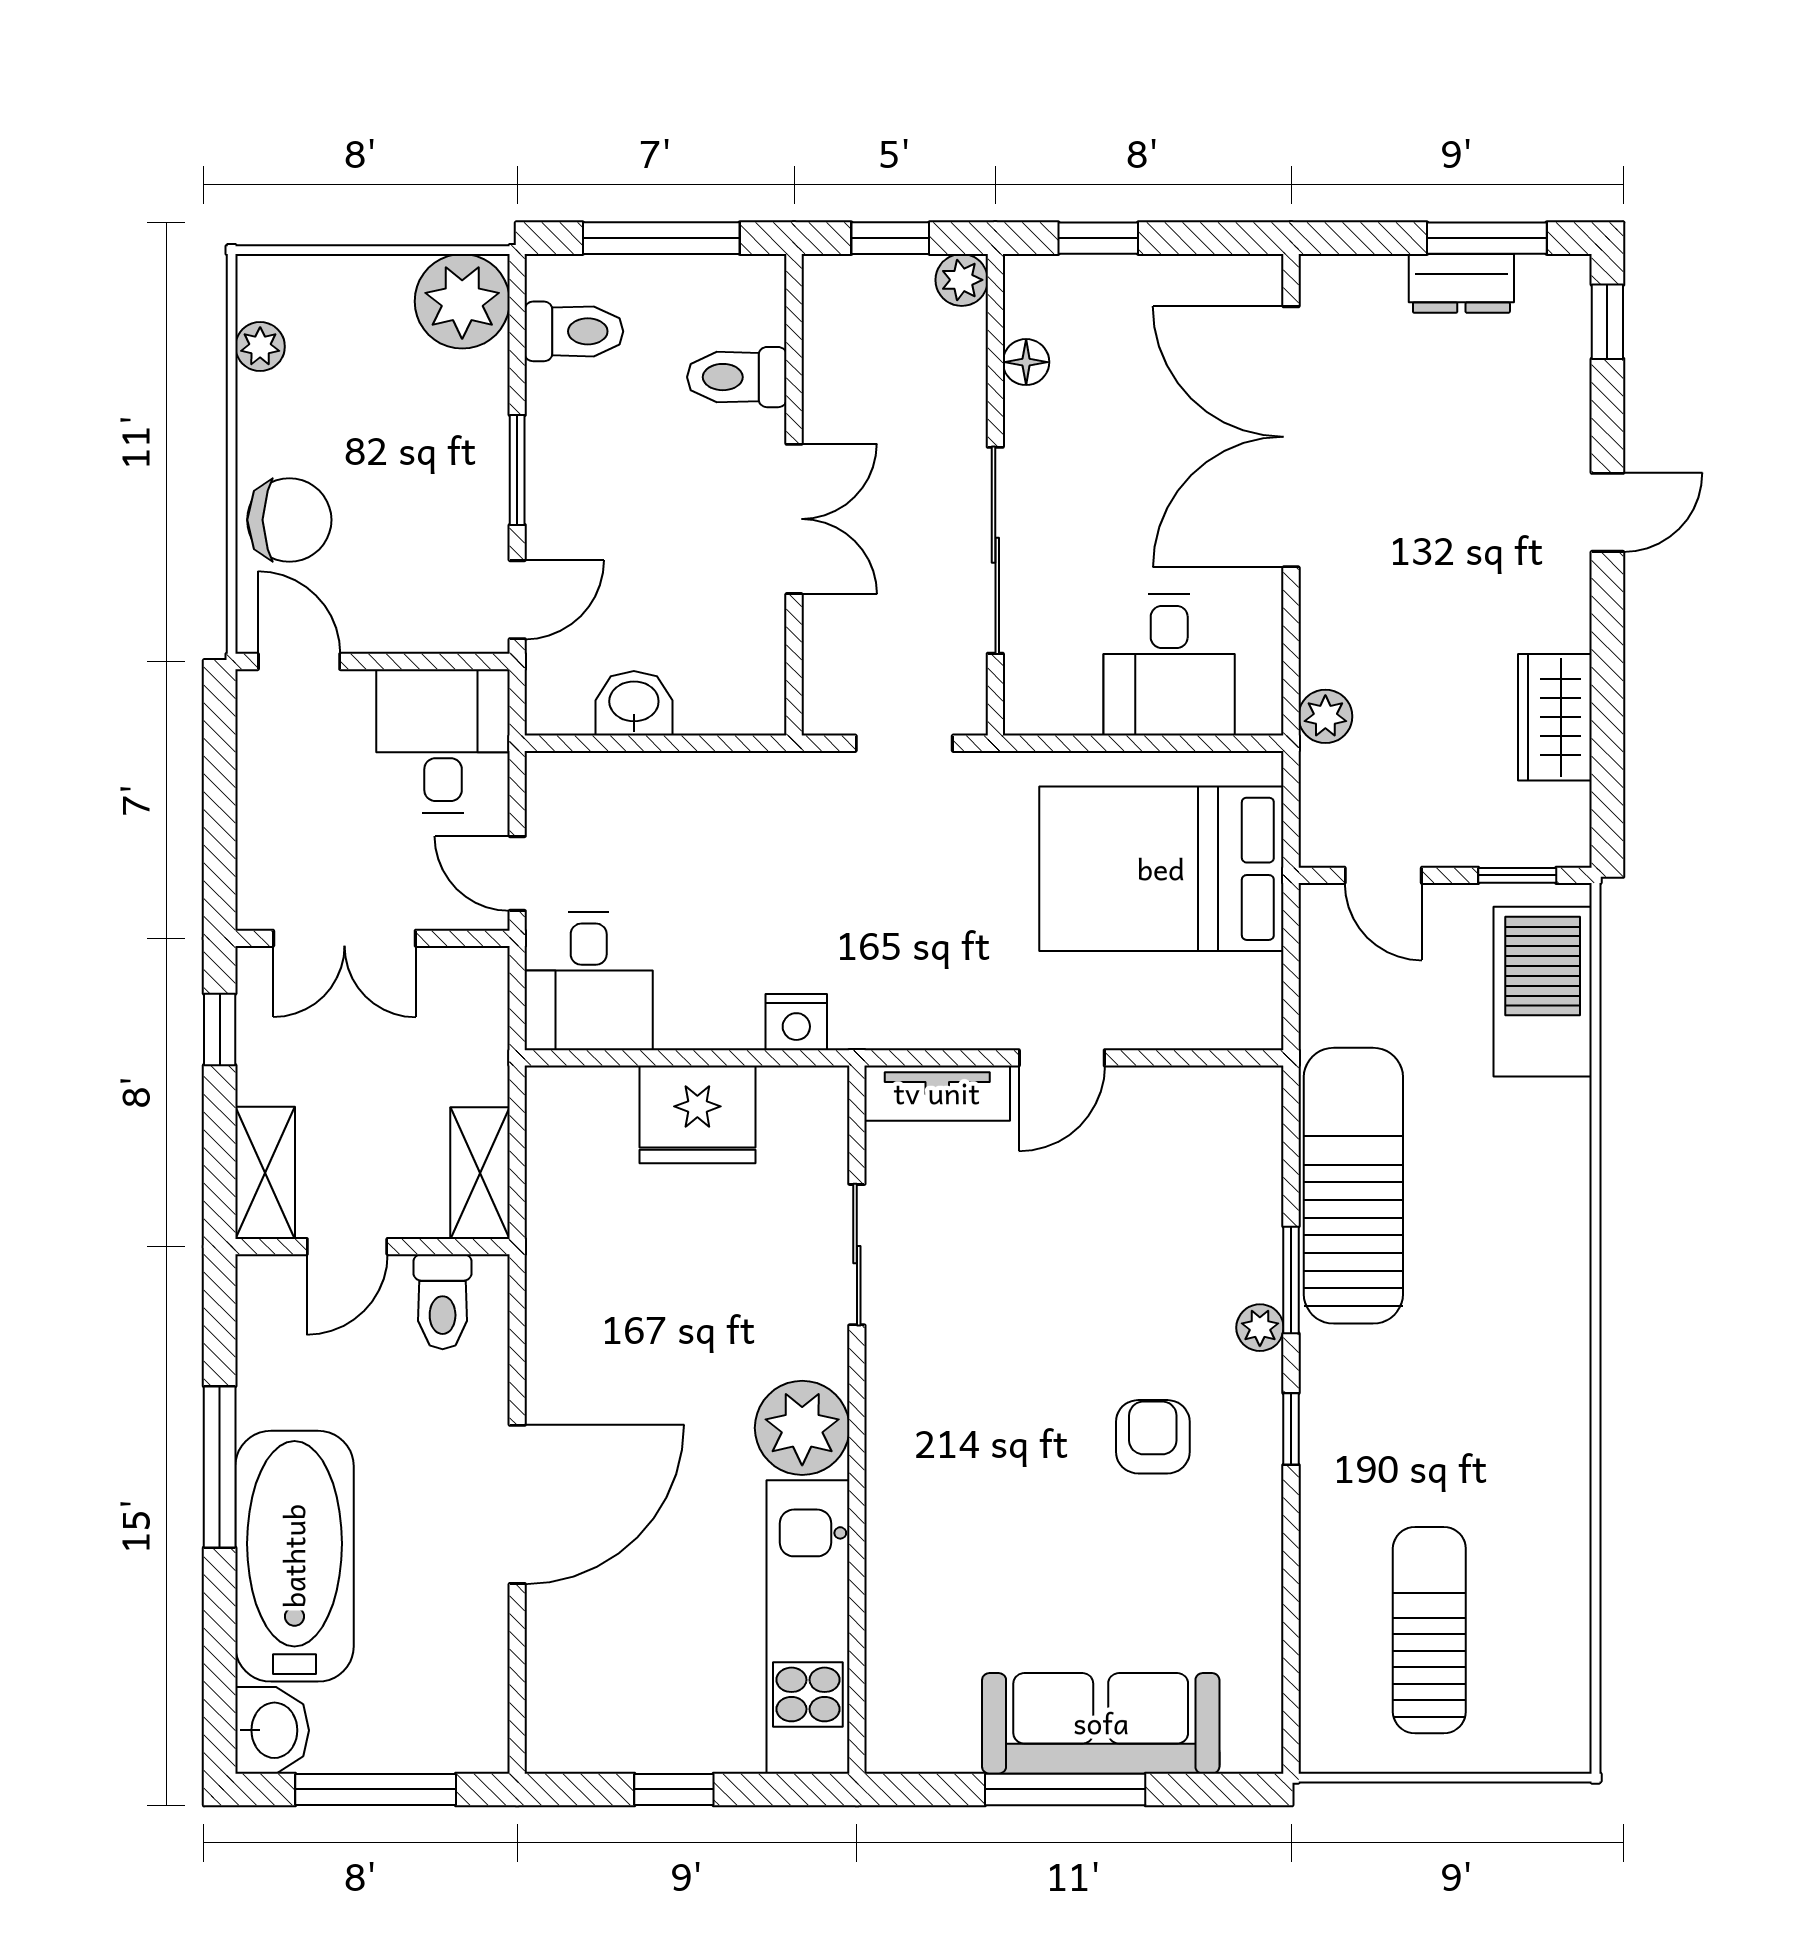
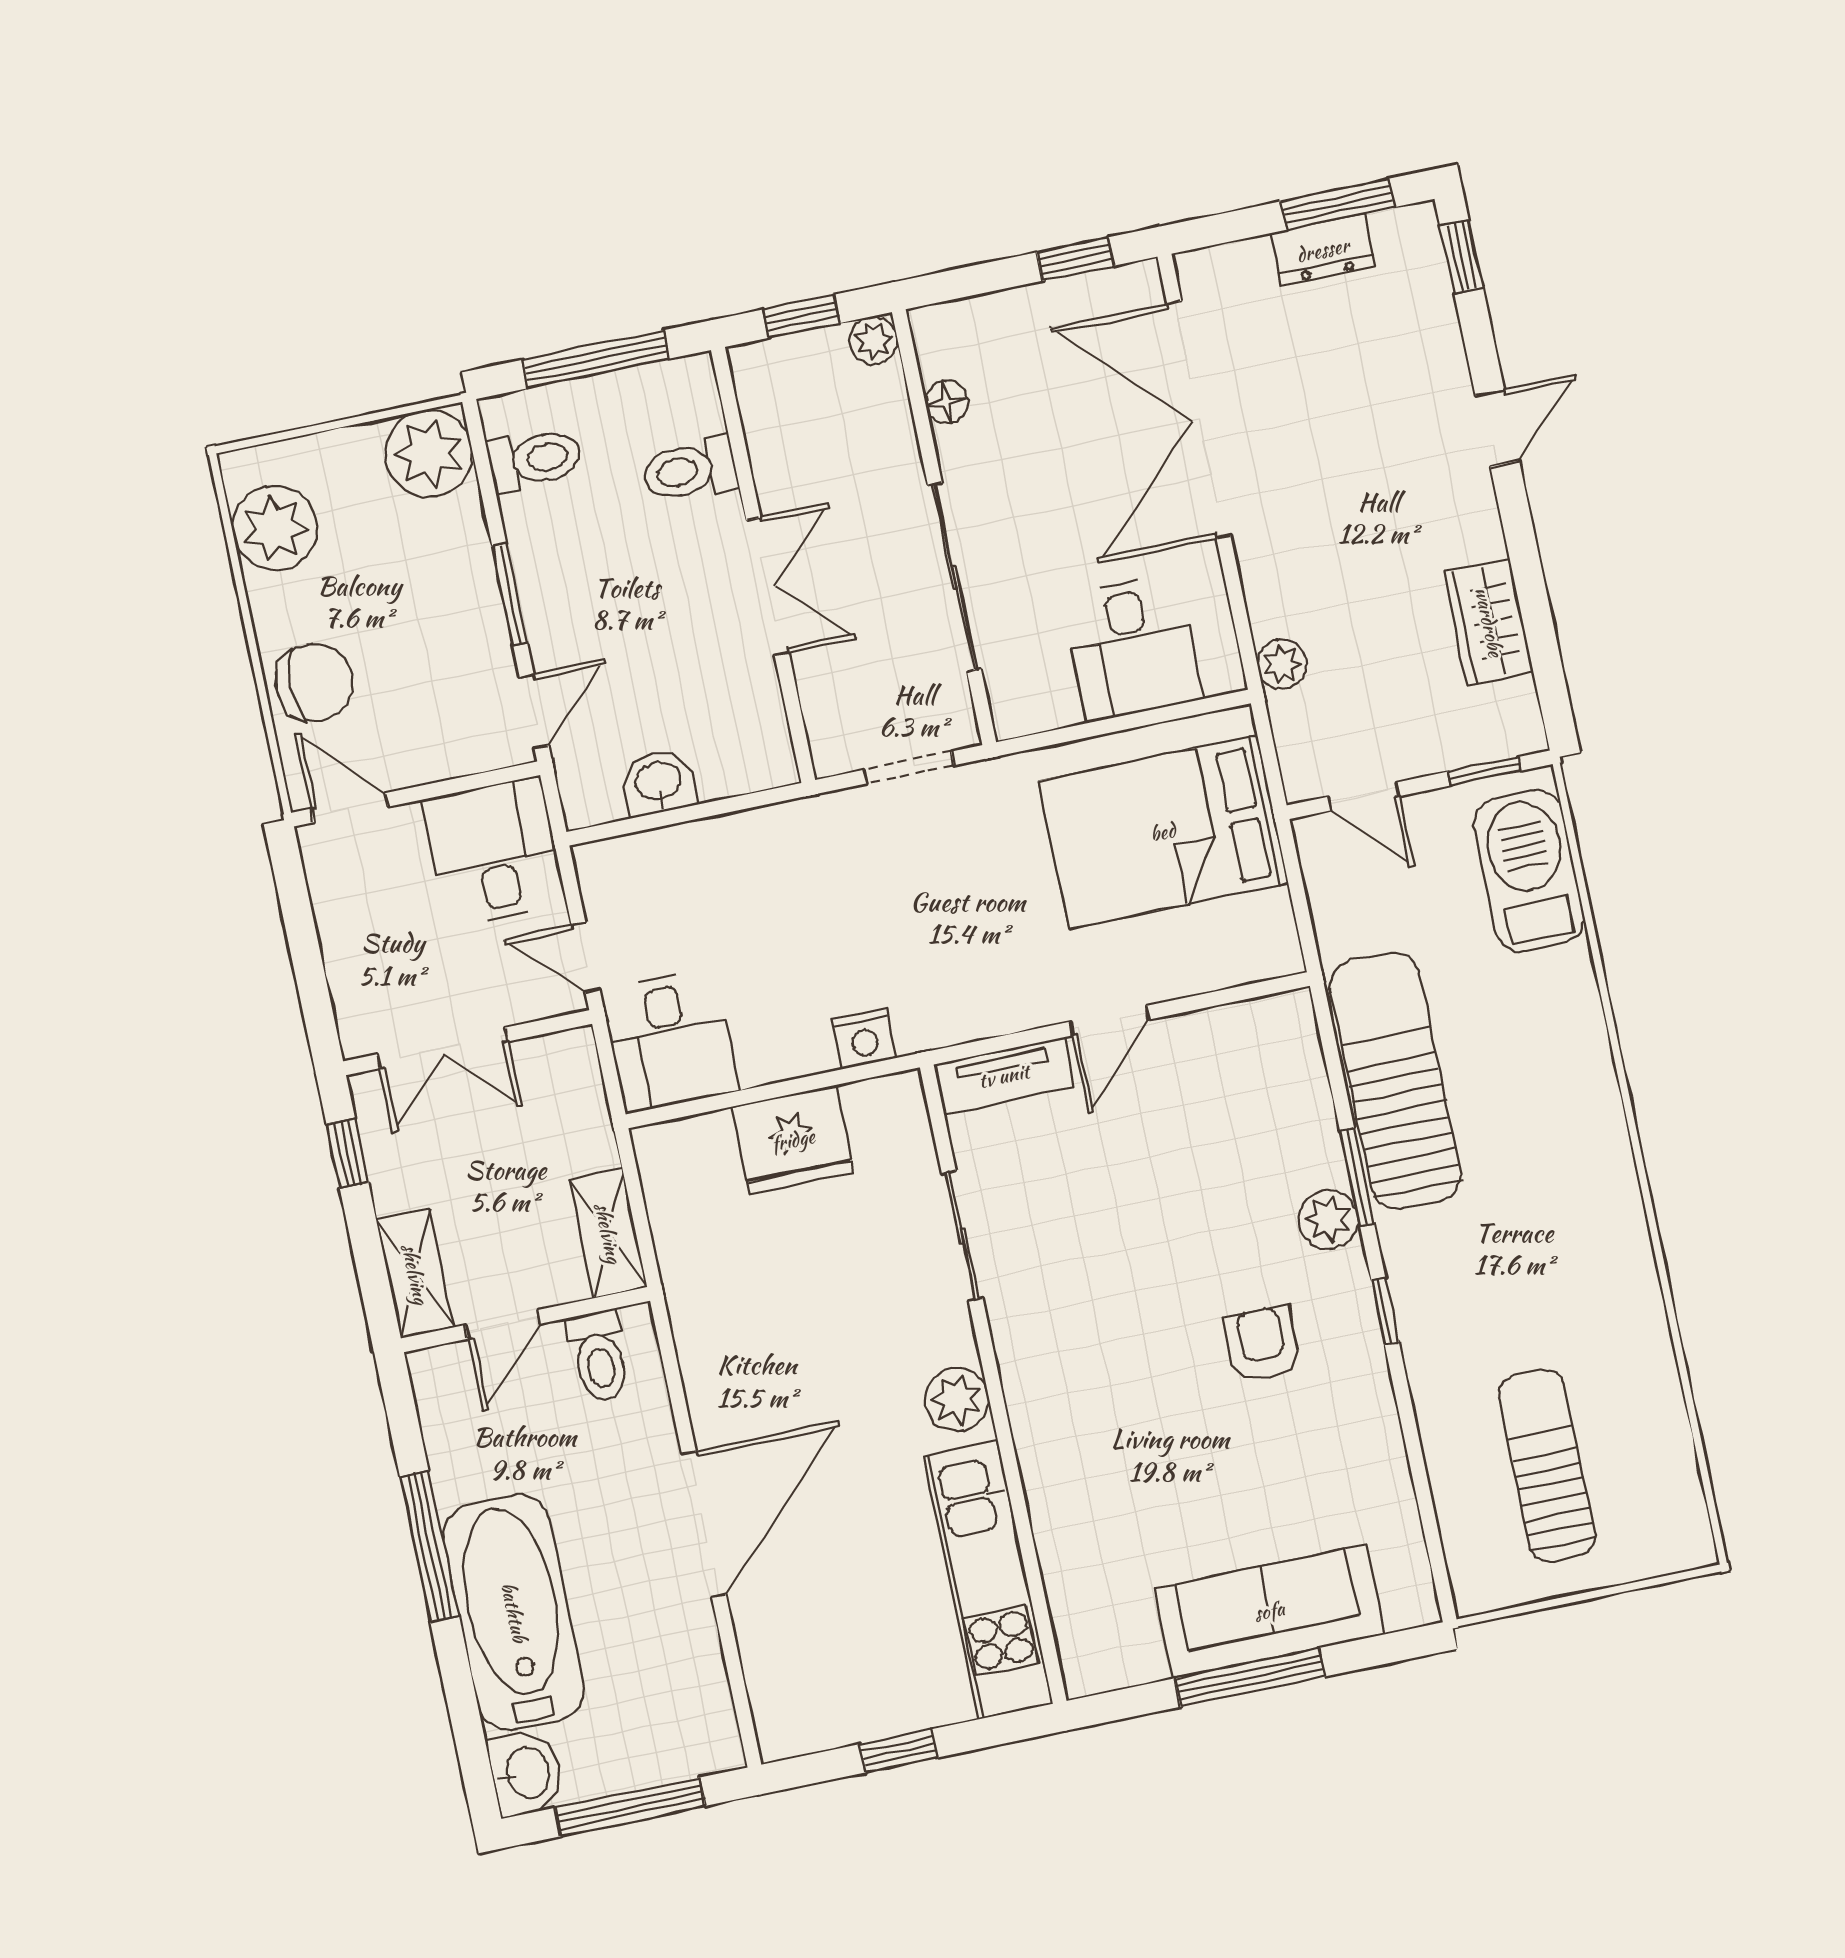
window: (1098, 238) -> (1075, 259), moved
plant: (260, 347) -> (275, 528), width x1.88, depth x1.88
plant: (1260, 1328) -> (1329, 1220), width x1.38, depth x1.38
plant: (802, 1428) -> (957, 1399), width x0.73, depth x0.73

